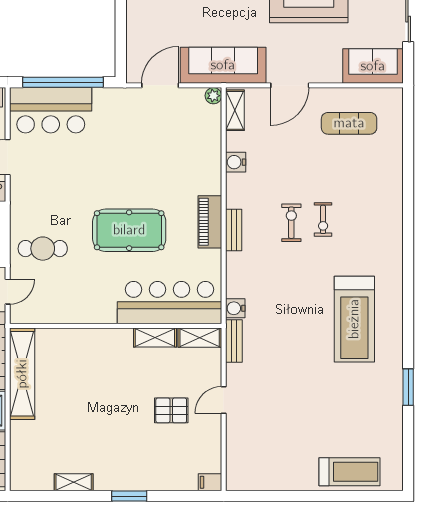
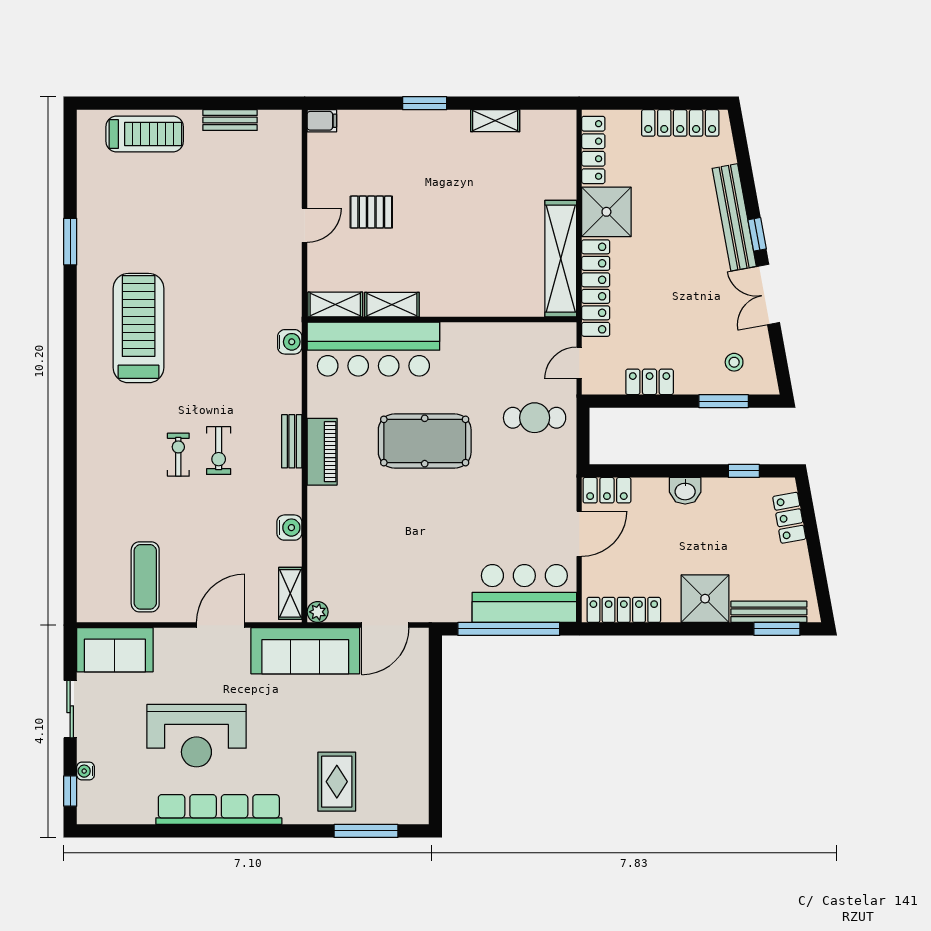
exercise mat: (349, 123) -> (145, 577), turned 90
bench: (234, 341) -> (230, 120), moved, turned 90
treadmill: (350, 472) -> (145, 134), turned 180

